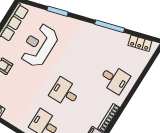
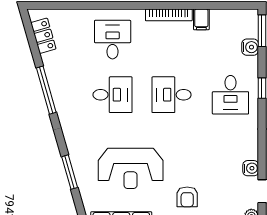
desk: (85, 61) -> (113, 95), added
desk: (65, 92) -> (172, 95), turned 90

